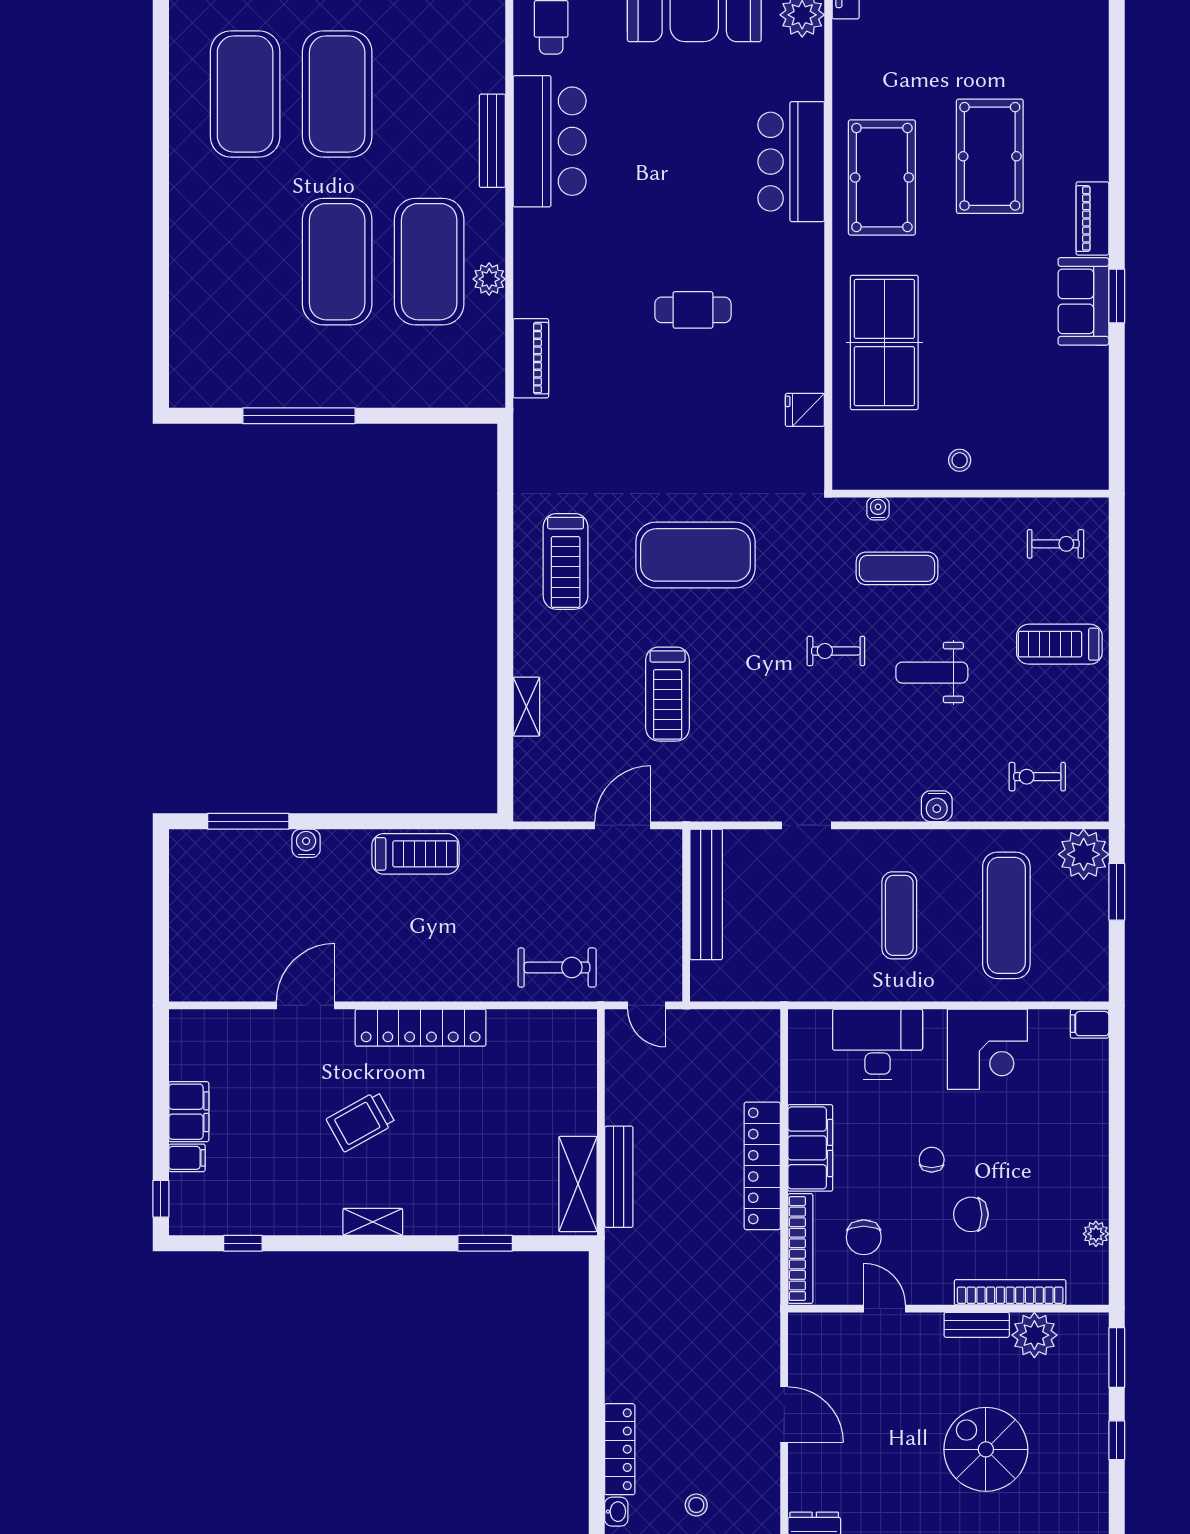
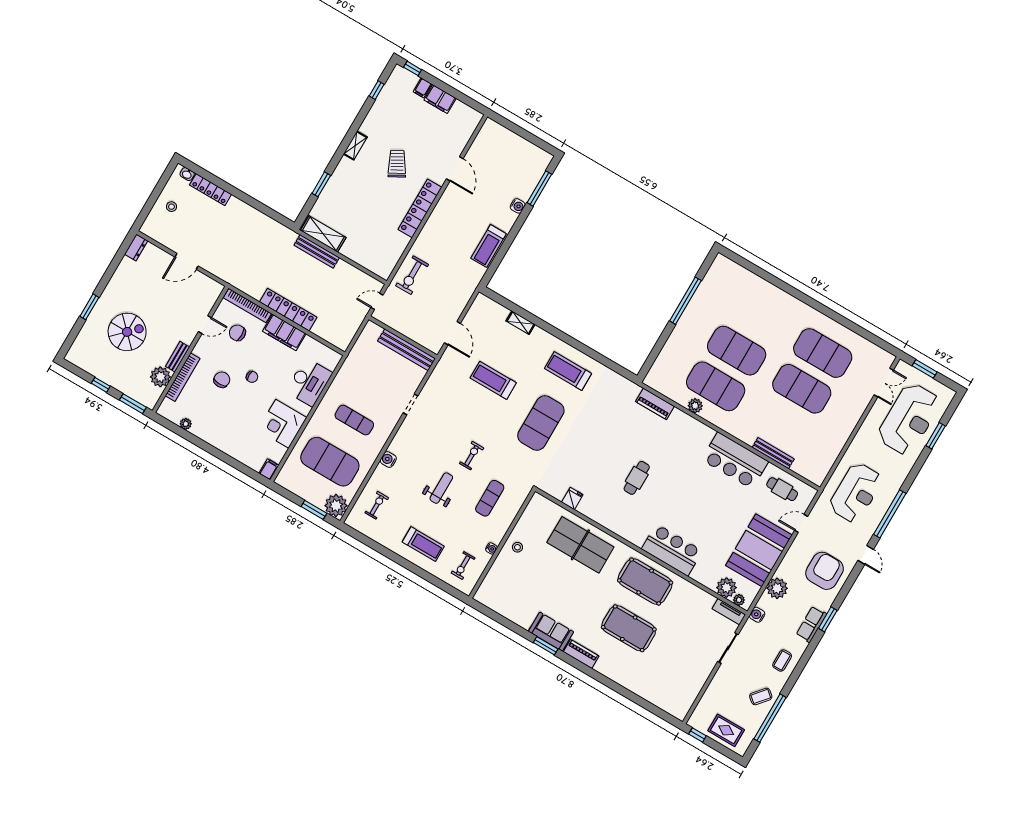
bench: (492, 141) -> (773, 453), moved
water cooler: (878, 509) -> (491, 548), moved
treadmill: (1059, 644) -> (423, 544), turned 90
exercise mat: (1006, 915) -> (330, 462), width x1.47

